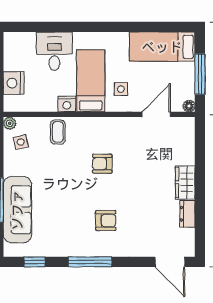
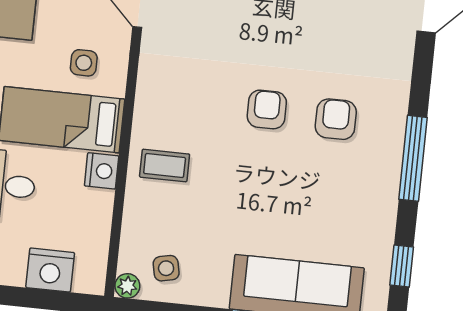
coffee table: (58, 132) -> (165, 166), moved
armchair: (102, 164) -> (267, 109), moved, turned 180

